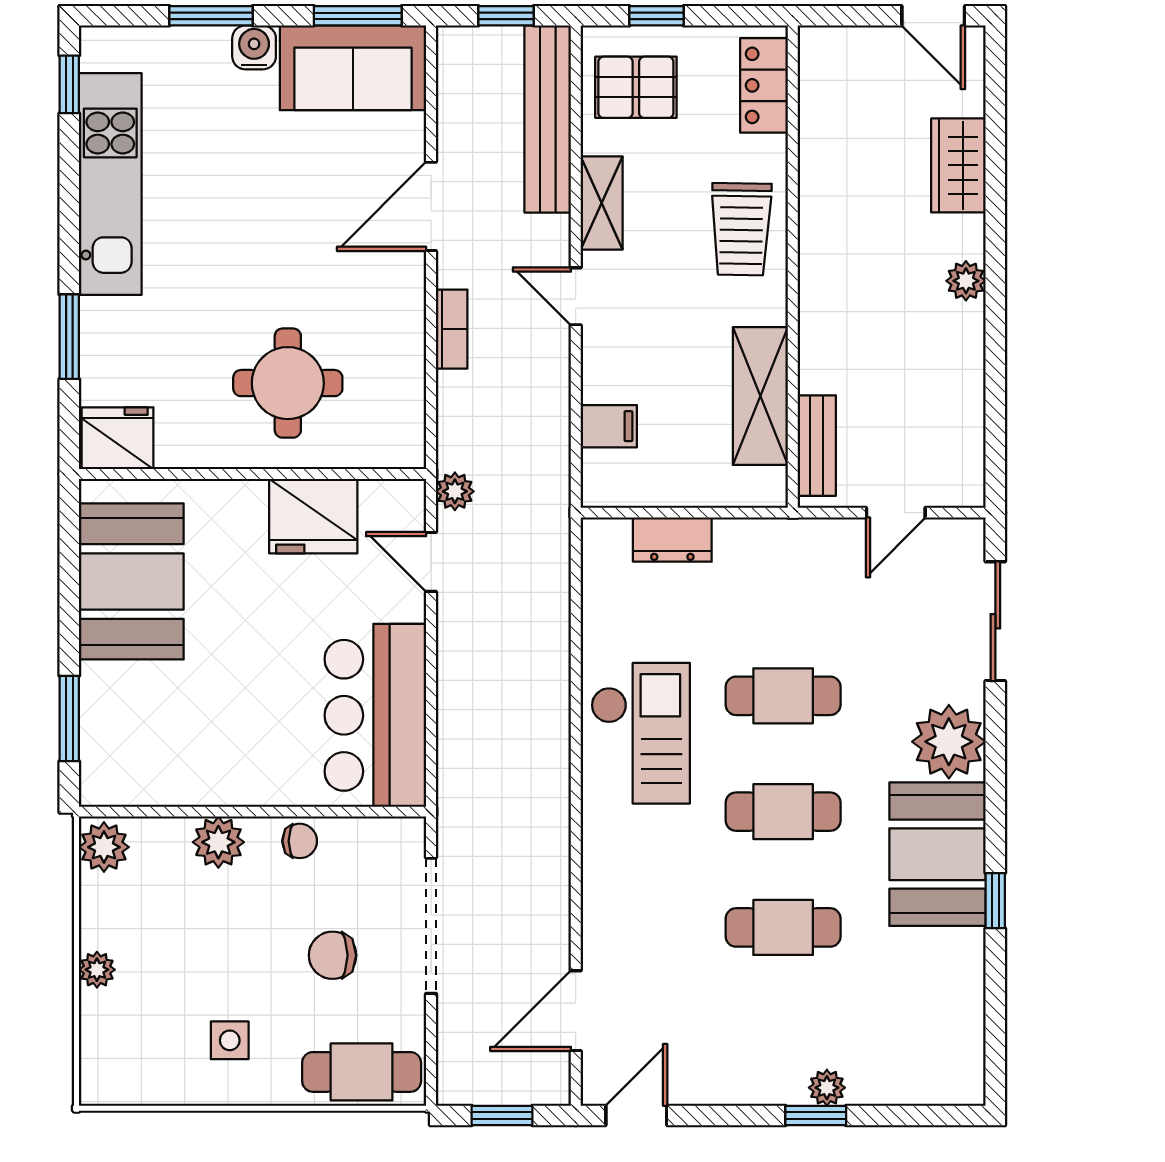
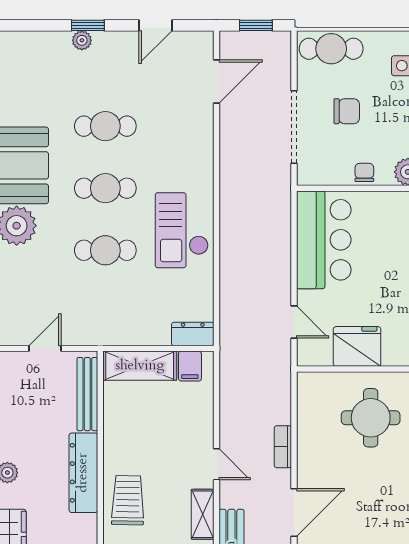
dresser: (824, 280) -> (83, 473), added
shelving: (760, 396) -> (140, 366), moved, turned 90
filing cabinet: (609, 426) -> (190, 366), moved, turned -90
bench: (817, 446) -> (87, 394), width x1.36
plant: (455, 491) -> (281, 360), removed
dresser: (672, 540) -> (193, 334), moved
chair: (300, 841) -> (364, 172), turned 90
door: (636, 1115) -> (156, 25), moved

